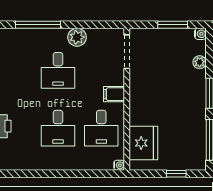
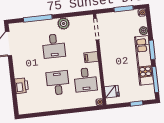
kitchen unit: (195, 108) -> (144, 60), added
desk: (58, 128) -> (58, 83), turned 180
fridge: (143, 143) -> (112, 92), width x0.53, depth x0.75

